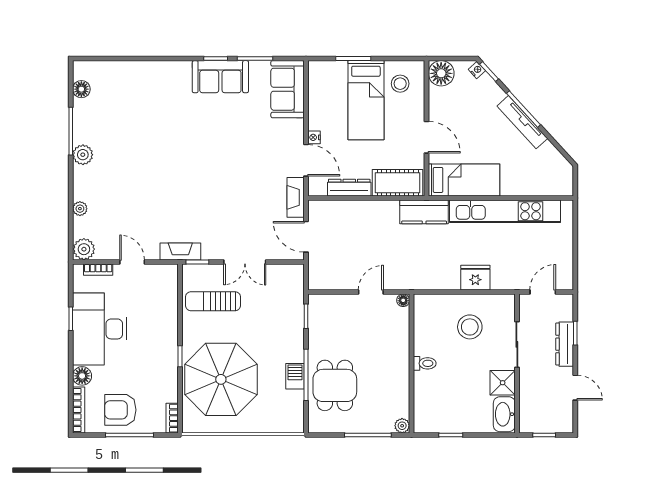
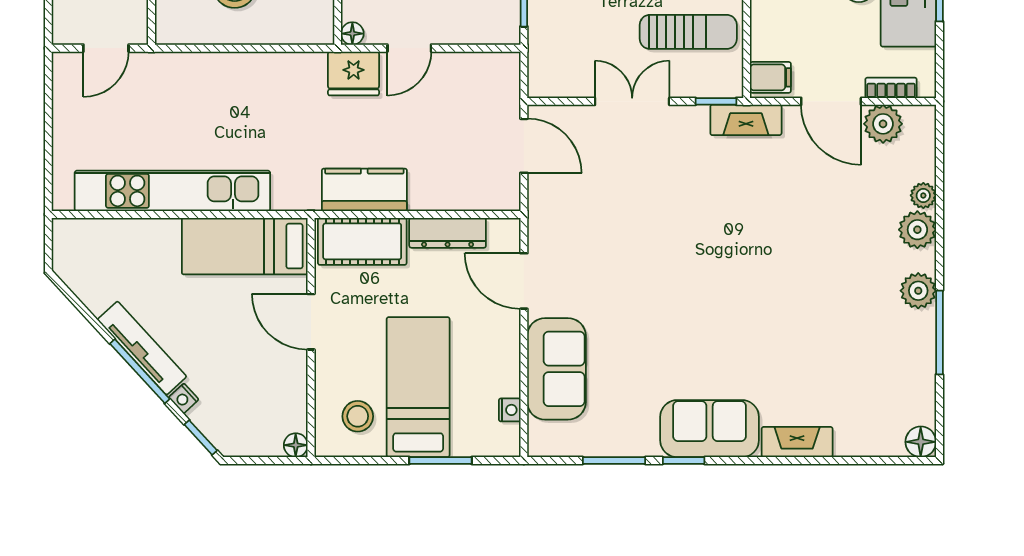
nightstand: (477, 70) -> (184, 398), moved
floor lamp: (441, 73) -> (296, 445), width x0.53, depth x0.53
sofa: (220, 77) -> (710, 429), moved
floor lamp: (81, 89) -> (921, 442), moved
sofa: (288, 89) -> (556, 369), moved
nightstand: (314, 137) -> (510, 410), moved
plant: (83, 189) -> (917, 230), added
fireplace: (296, 197) -> (797, 442), moved, turned -90
kitchen counter: (424, 212) -> (364, 190), moved
plant: (84, 249) -> (883, 124), moved
door: (132, 262) -> (831, 101), width x1.38
filing cabinet: (166, 275) -> (770, 77), added
fridge: (475, 278) -> (354, 73), moved

